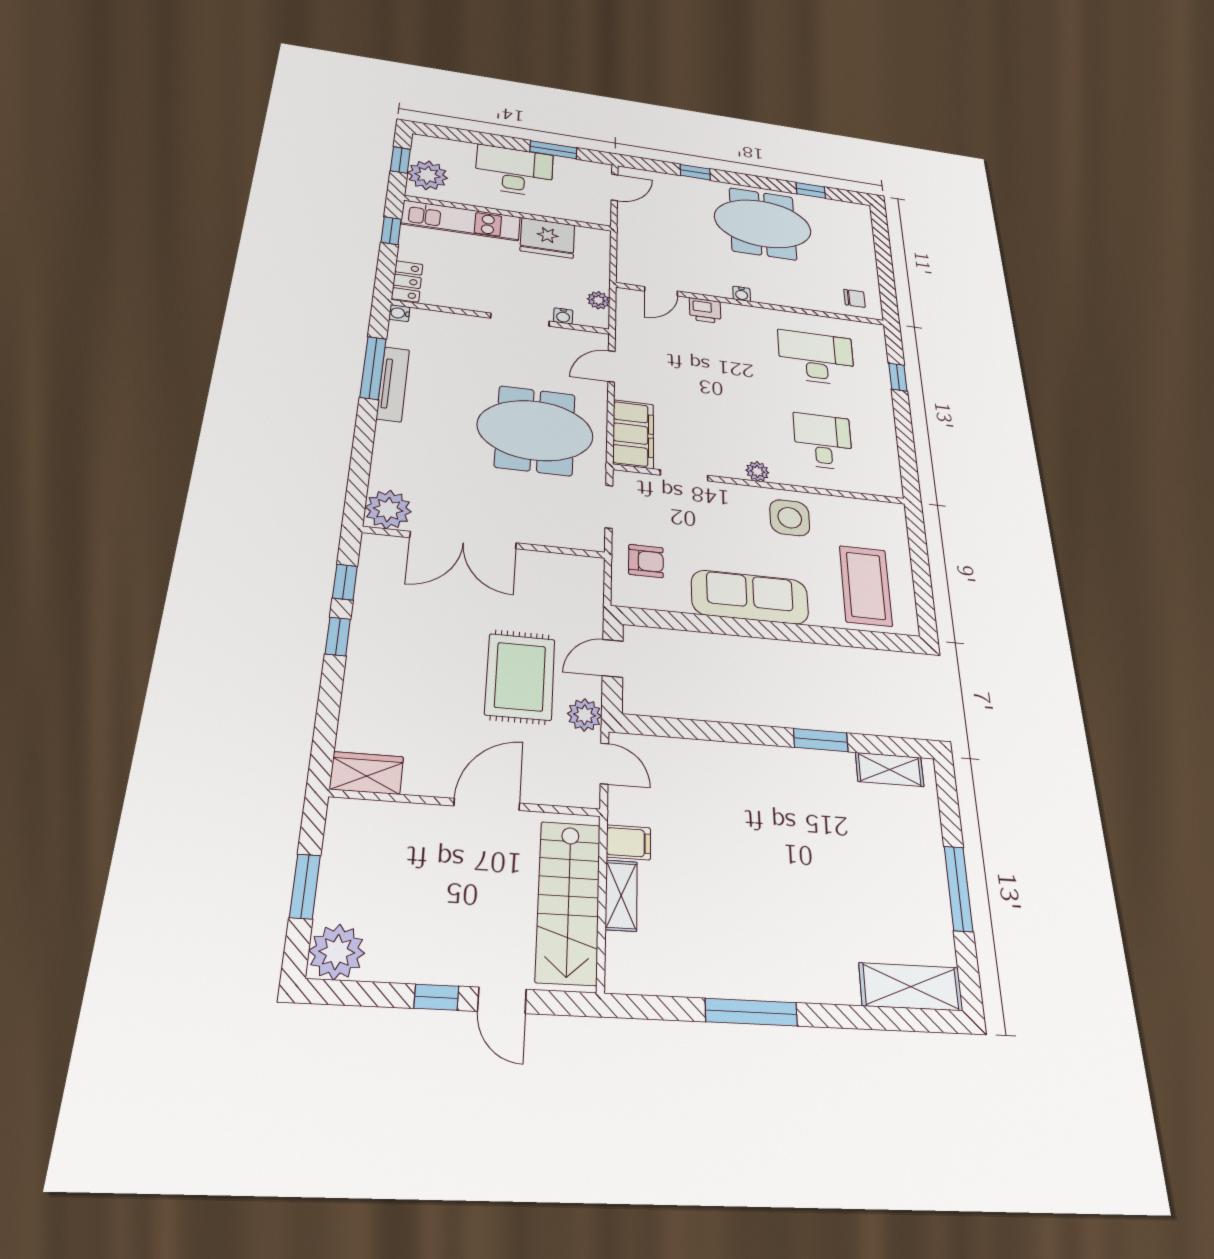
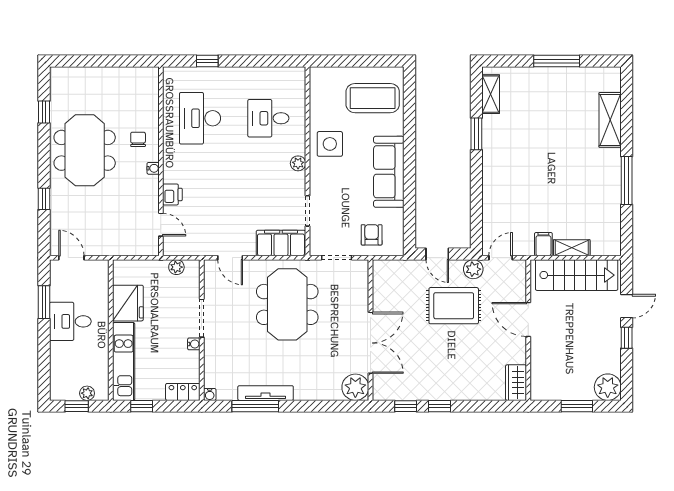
desk: (514, 171) -> (70, 321), width x0.73
plant: (428, 175) -> (87, 393), width x0.53, depth x0.53
chair: (855, 298) -> (138, 139), moved
water cooler: (563, 316) -> (194, 344), moved
shelving: (911, 987) -> (610, 120), moved

